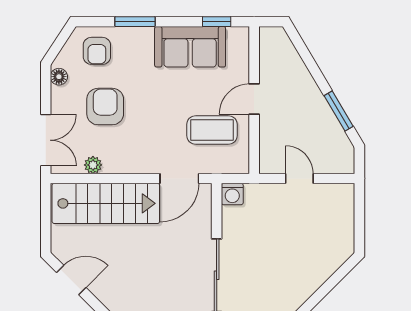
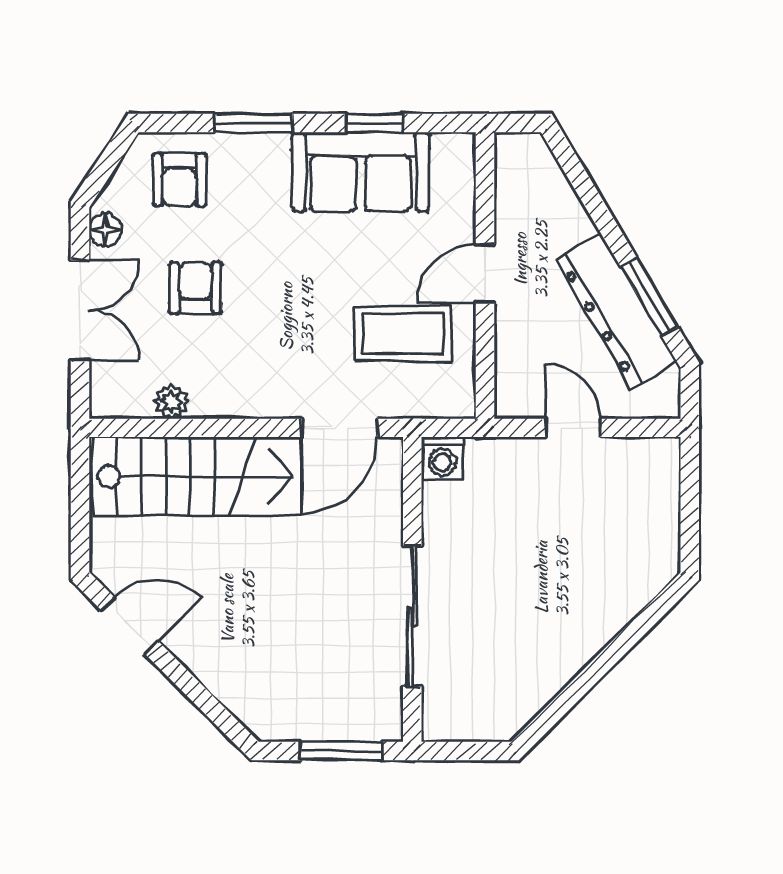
window: (217, 22) -> (375, 123), moved
armchair: (105, 107) -> (195, 288), width x0.72, depth x0.72
dresser: (321, 118) -> (616, 311), added
double door: (46, 140) -> (80, 310), moved

